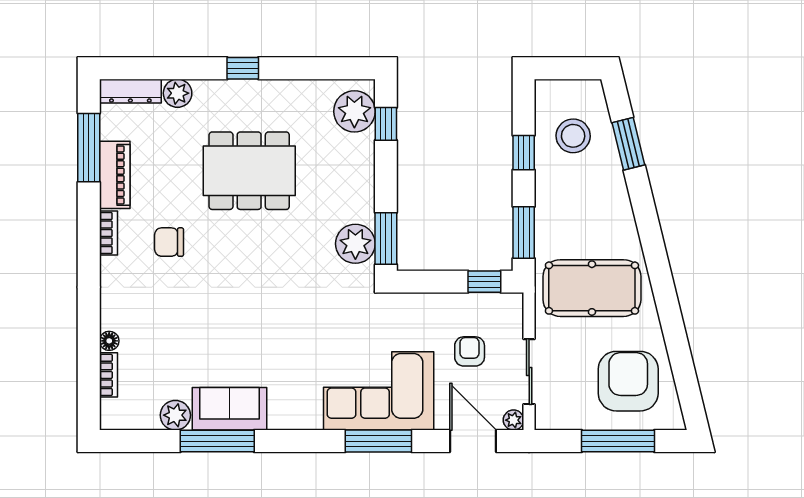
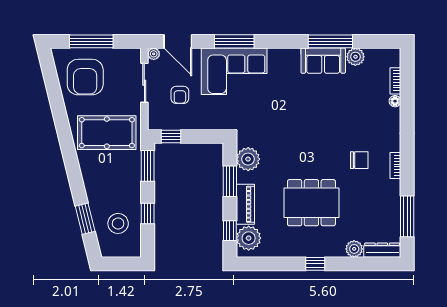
piano: (115, 175) -> (245, 204), moved, turned 180
window: (386, 239) -> (230, 181), moved

